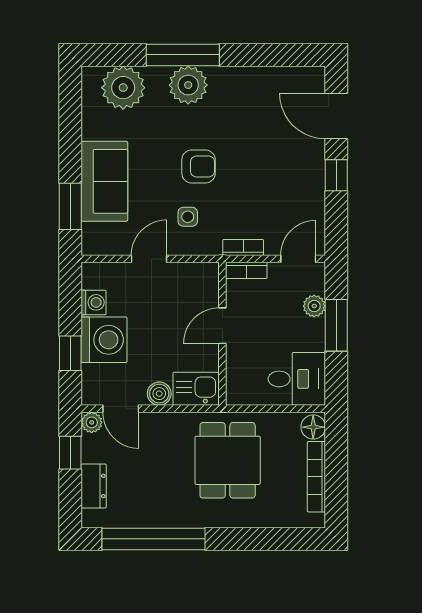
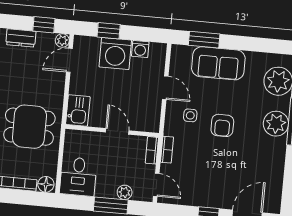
boiler: (159, 394) -> (77, 86), removed

